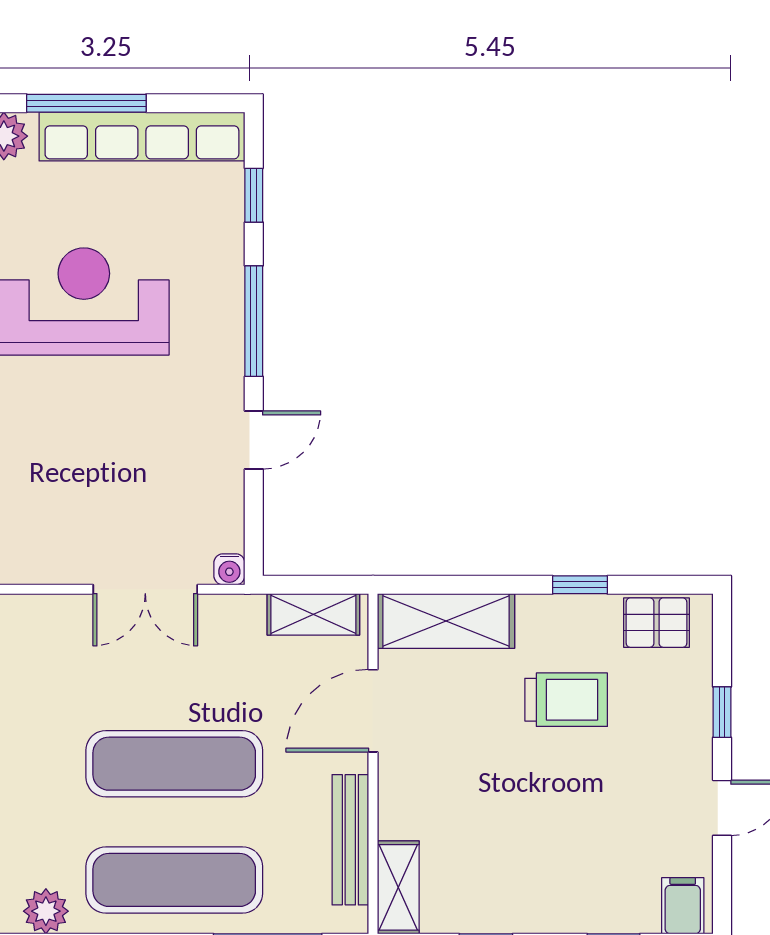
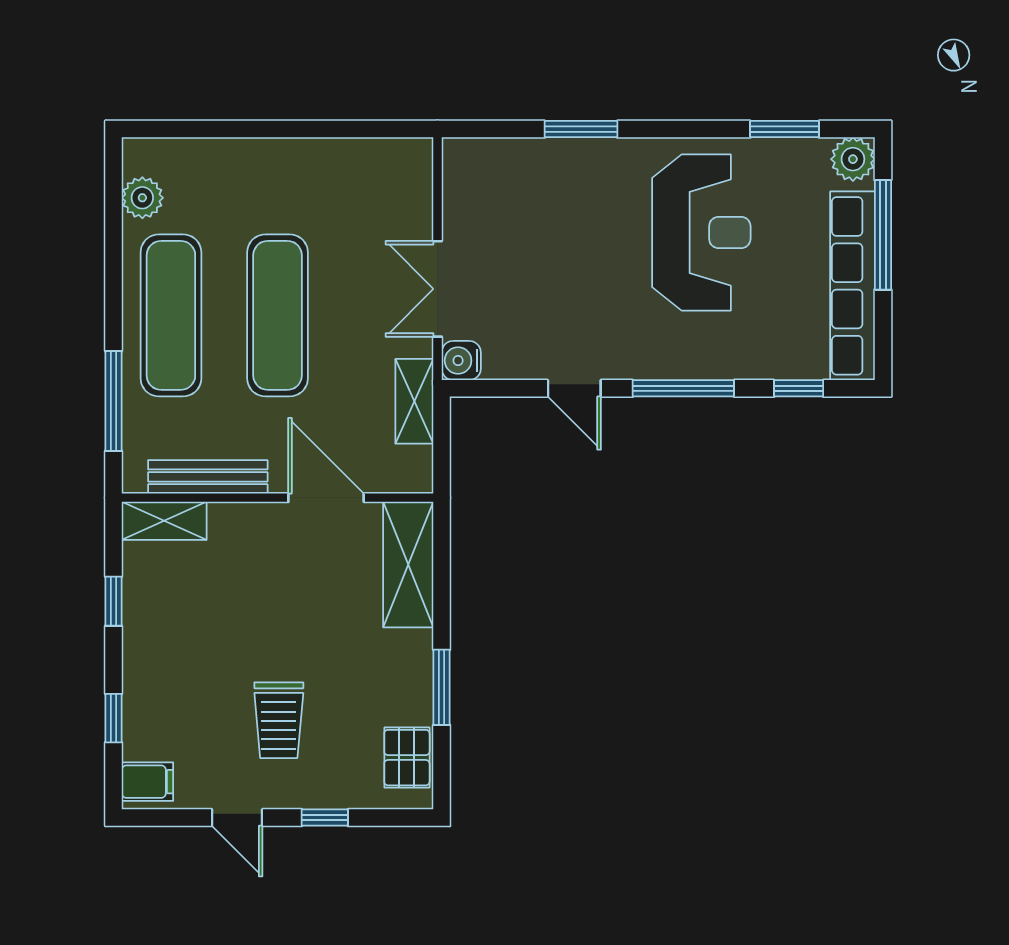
water cooler: (229, 569) -> (461, 361), width x1.38, depth x1.38
window: (580, 585) -> (442, 687), width x1.50
shelving: (313, 614) -> (414, 401), moved
trolley: (566, 700) -> (279, 720), moved

